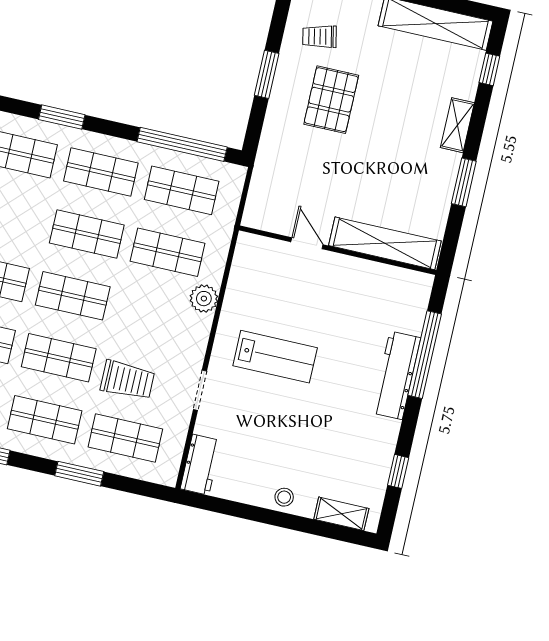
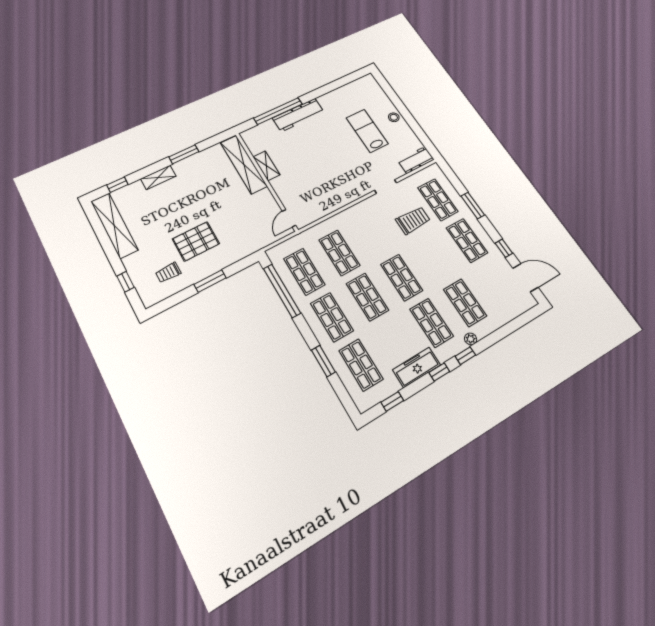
trolley: (319, 37) -> (168, 273), turned 102
door: (307, 243) -> (289, 218), moved
plant: (204, 299) -> (344, 219), removed
lab bench: (275, 357) -> (367, 131), moved
shop shelf: (59, 358) -> (435, 259), removed
trolley: (127, 380) -> (413, 220), turned 90
window: (398, 471) -> (338, 84), removed
shelving: (341, 514) -> (266, 166), moved

